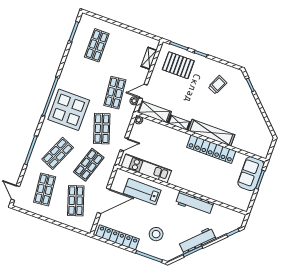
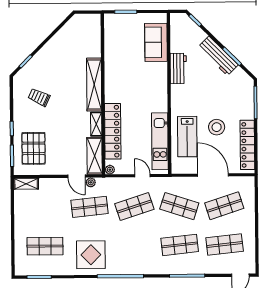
shelving: (149, 58) -> (26, 184), moved
display table: (69, 110) -> (91, 255), moved, width x0.73, depth x0.73
locker: (211, 149) -> (113, 131), moved
shop shelf: (58, 153) -> (180, 245), turned -30
sofa: (251, 174) -> (156, 42), moved, turned 90
workbench: (195, 203) -> (178, 68), width x0.73
stool: (156, 234) -> (217, 127), moved

